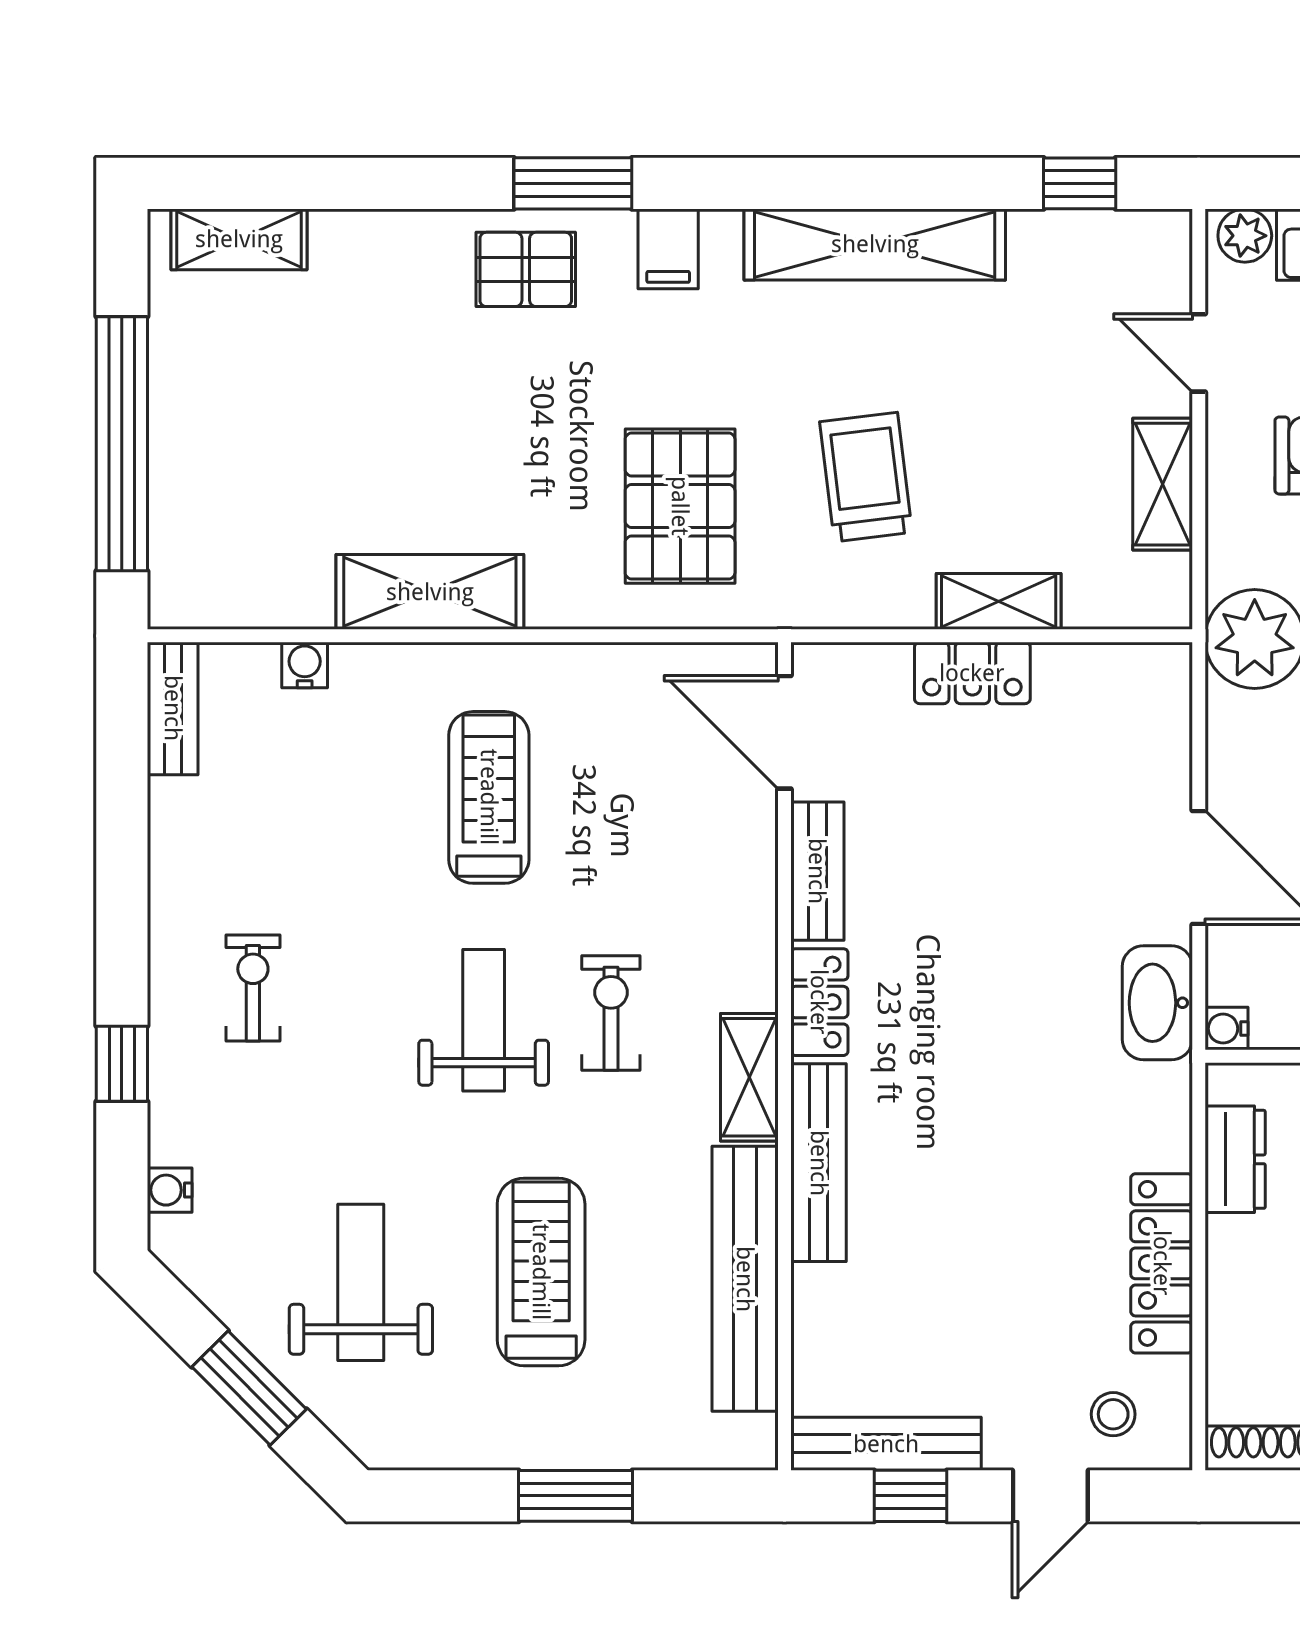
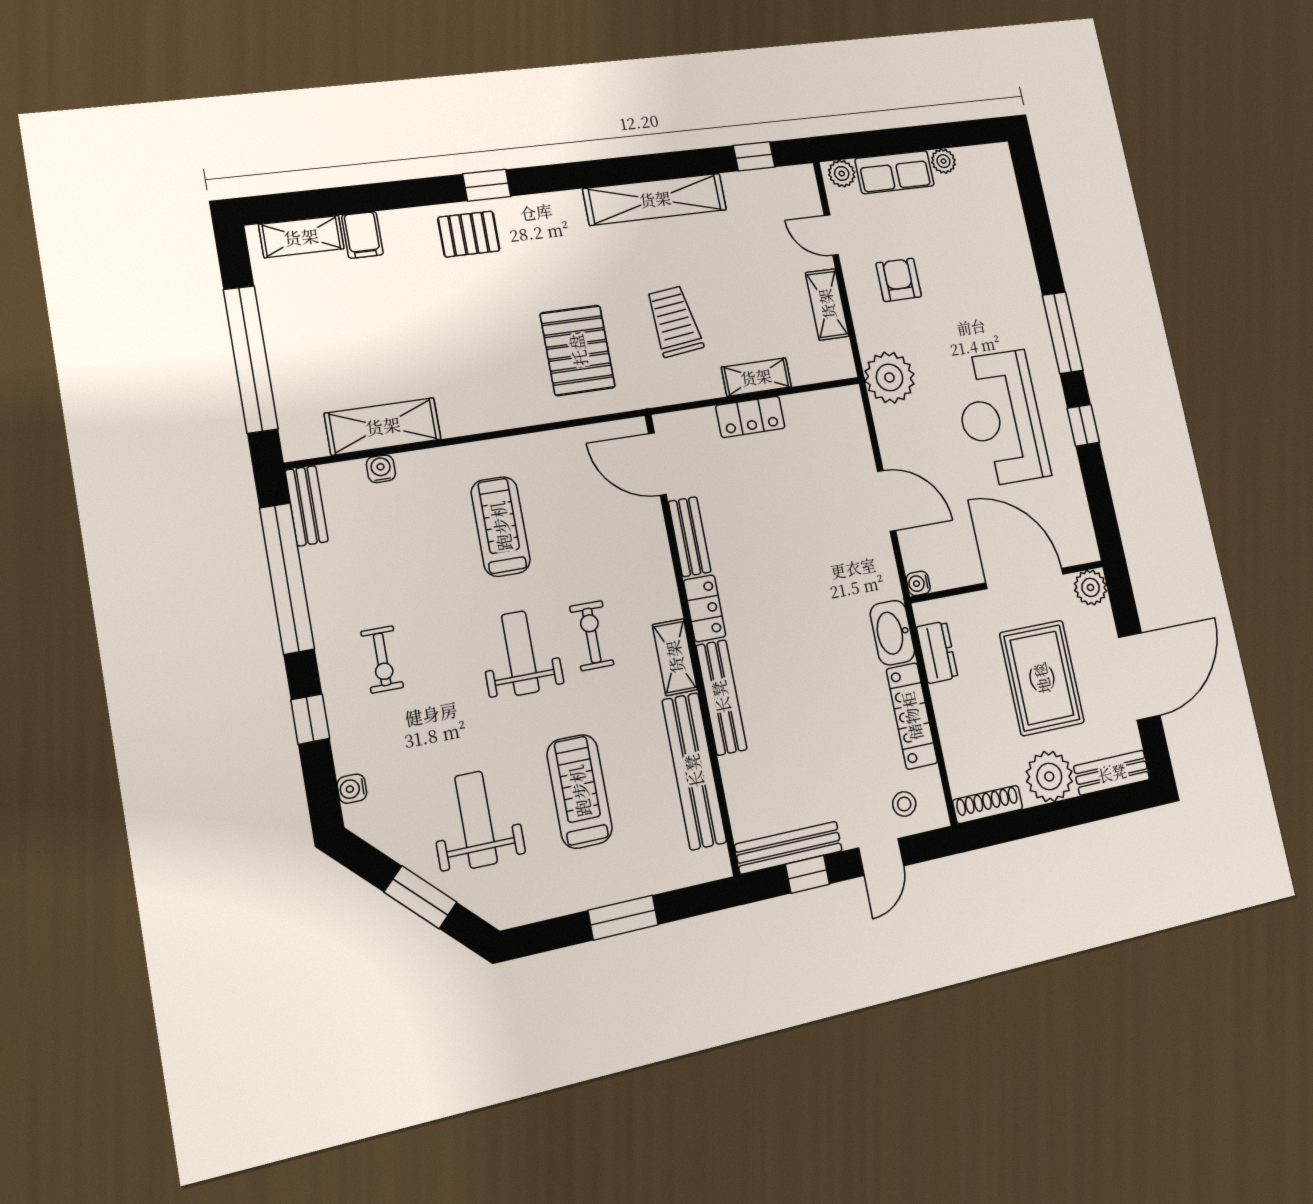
window: (573, 183) -> (487, 185), width x0.67
filing cabinet: (668, 249) -> (362, 235), moved
shelving: (430, 592) -> (383, 426), moved
window: (122, 825) -> (287, 578), added
exercise bike: (253, 988) -> (382, 659), turned 180
washbasin: (1157, 1003) -> (892, 633), moved

